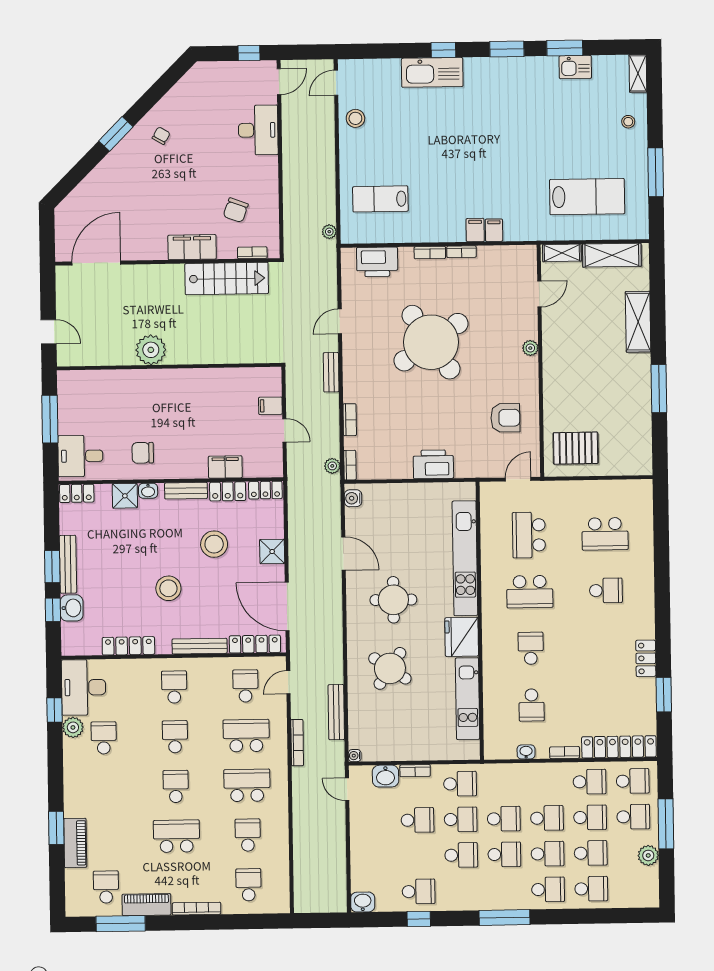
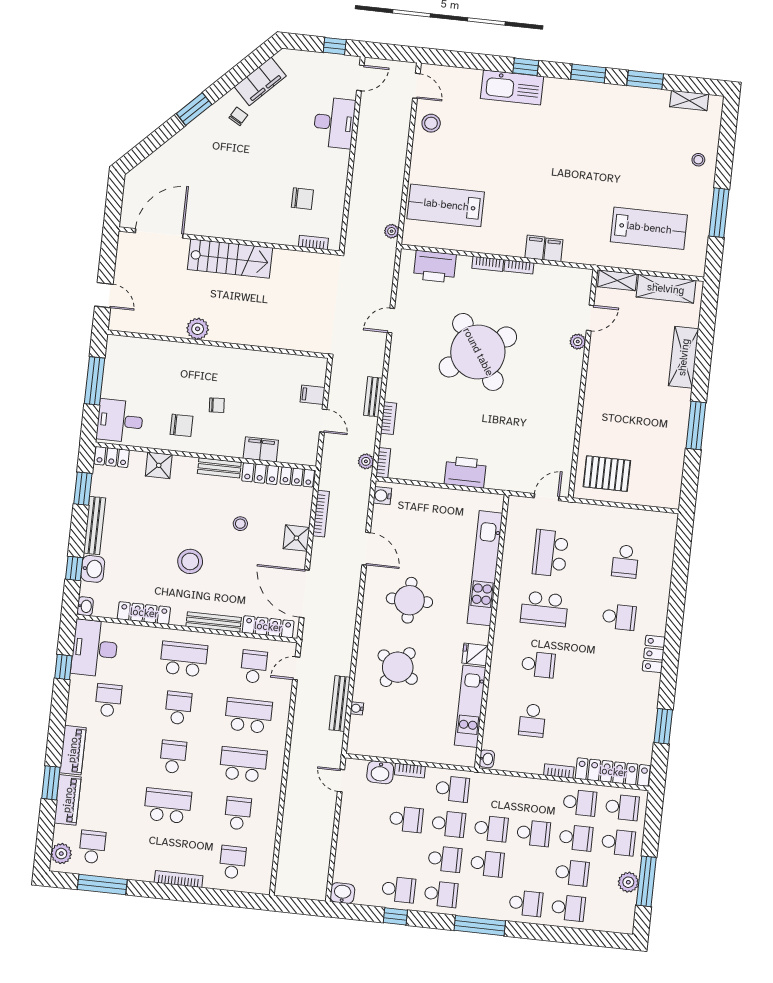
kitchen sink: (575, 67) -> (653, 100), removed
shelving: (638, 73) -> (689, 101), moved, turned 90
door: (336, 83) -> (416, 86), swing flipped
lab bench: (380, 199) -> (446, 205), width x1.36, depth x1.39
chair: (236, 210) -> (302, 199), turned -110
filing cabinet: (192, 247) -> (260, 81), moved, turned 135
stairs: (227, 279) -> (230, 259), moved
plant: (530, 348) -> (578, 342), moved
plant: (151, 350) -> (198, 329), width x0.73, depth x0.73
bench: (331, 372) -> (373, 397), moved
armchair: (505, 418) -> (542, 435), removed
chair: (176, 428) -> (217, 405), added
chair: (143, 453) -> (181, 425), turned 180
washbasin: (148, 491) -> (85, 606), moved, turned -90
school desk: (605, 534) -> (625, 561), width x0.54
stool: (214, 544) -> (240, 524), width x0.53, depth x0.53
window: (52, 567) -> (83, 489), moved
fridge: (462, 637) -> (475, 654), width x0.53, depth x0.75
school desk: (531, 648) -> (538, 665), turned 90
locker: (646, 658) -> (654, 654), moved
school desk: (174, 687) -> (184, 659), width x1.85
plant: (73, 727) -> (61, 854), moved
bookcase: (297, 743) -> (321, 514), moved
washbasin: (526, 752) -> (487, 759), moved, turned 90
water cooler: (355, 756) -> (357, 708), moved
window: (666, 824) -> (646, 881), moved
school desk: (548, 854) -> (441, 894), moved
piano: (147, 905) -> (73, 750), moved, turned 90

